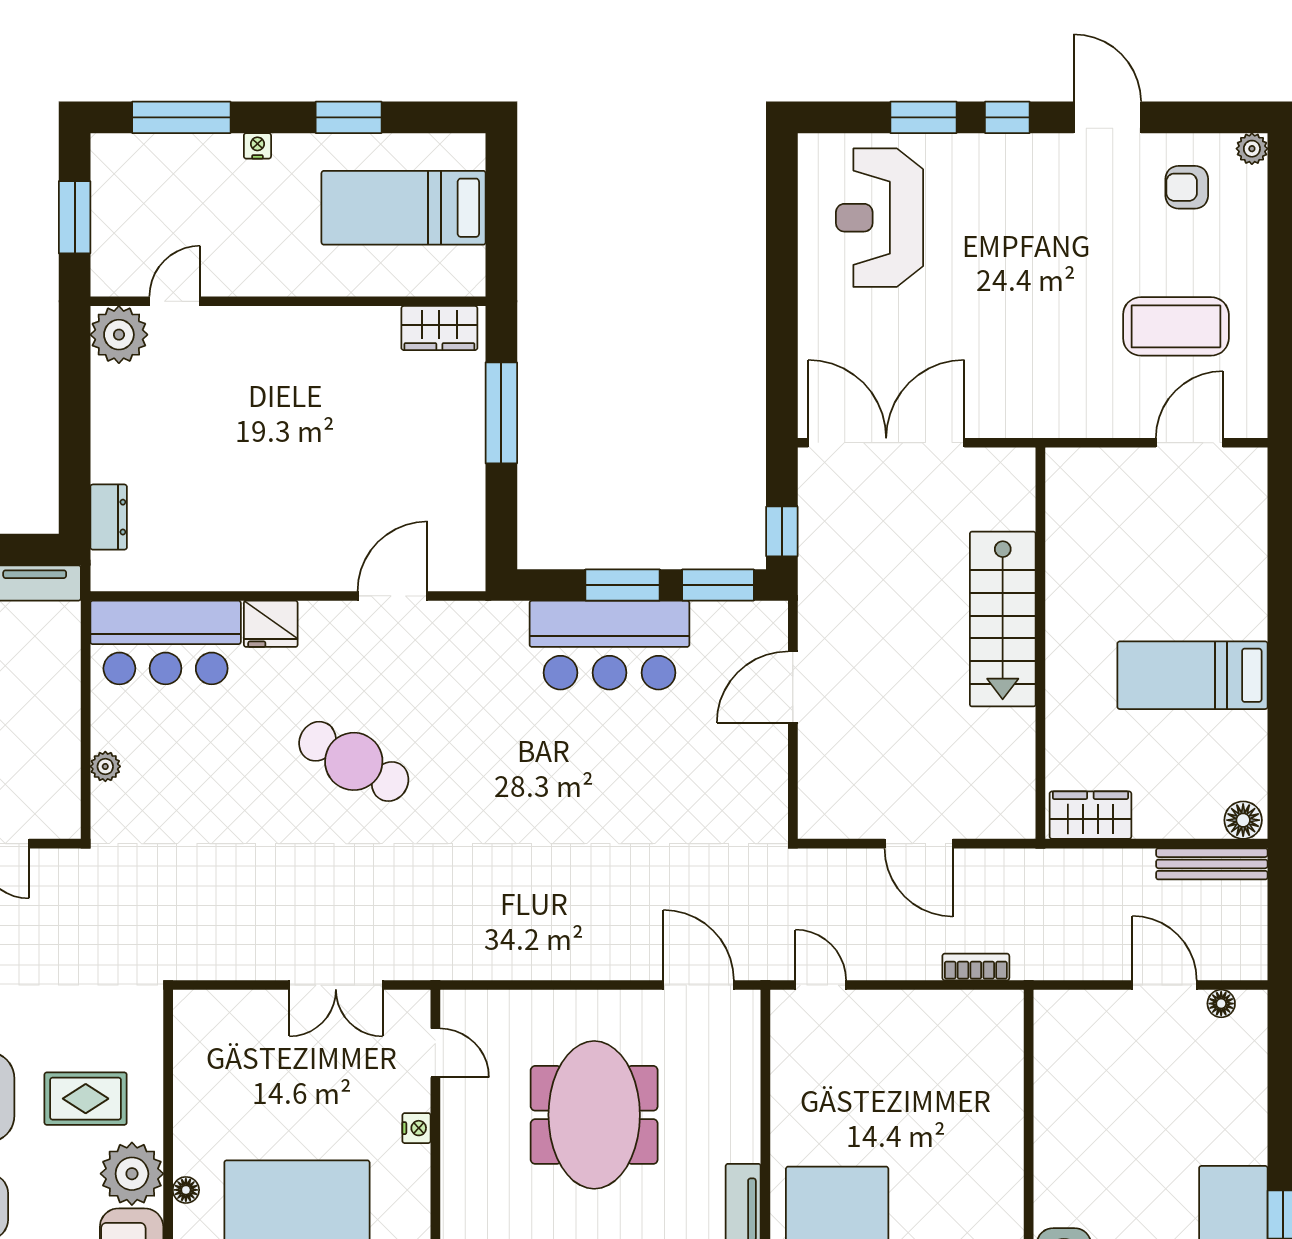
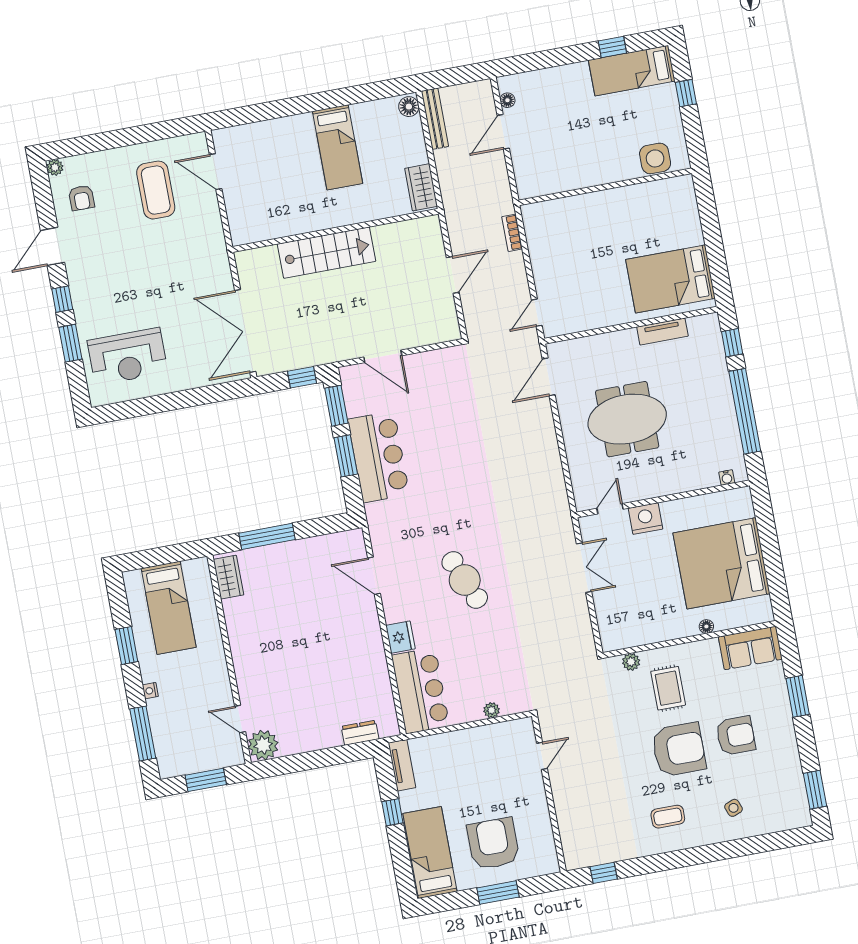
cafe table: (354, 761) -> (465, 580), turned -52
nightstand: (416, 1128) -> (645, 519), width x1.89, depth x1.79
plant: (132, 1174) -> (631, 662), moved, width x0.53, depth x0.53

